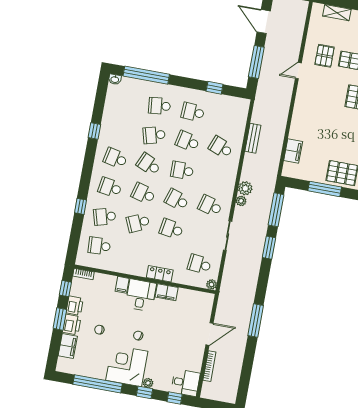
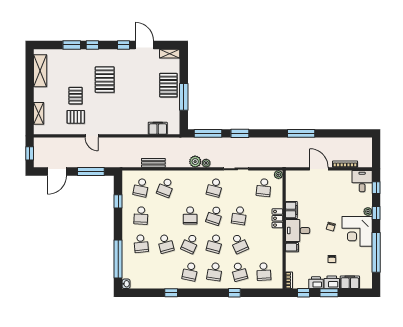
school desk: (188, 141) -> (141, 187), moved

